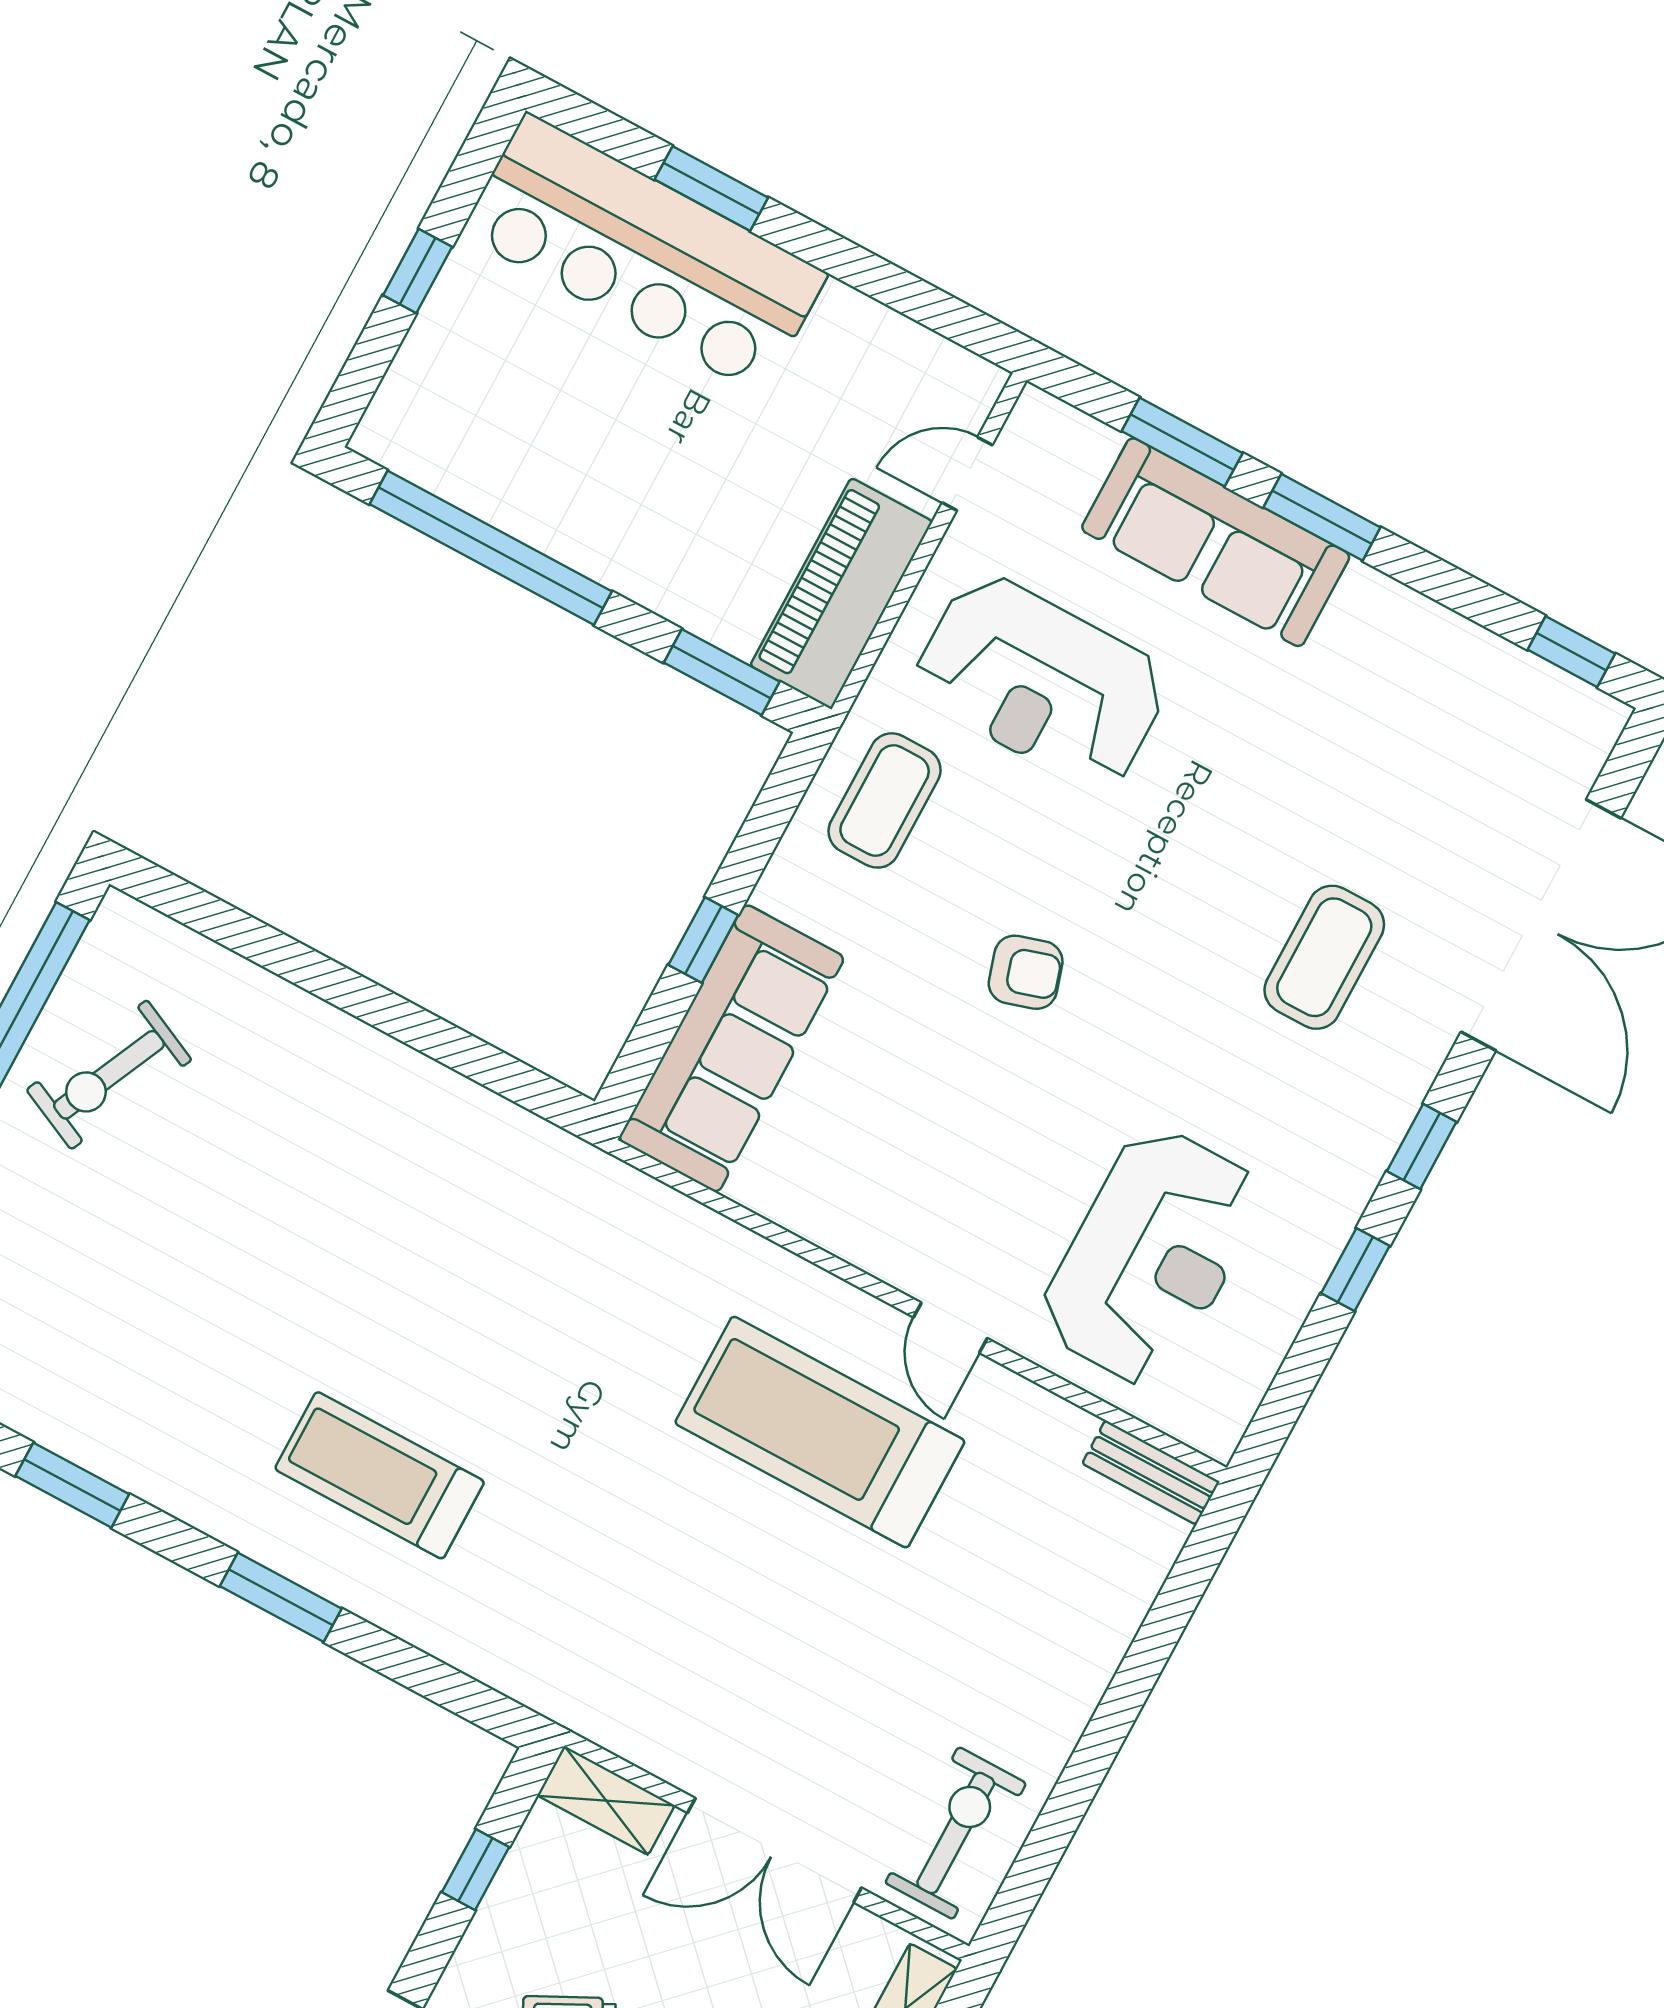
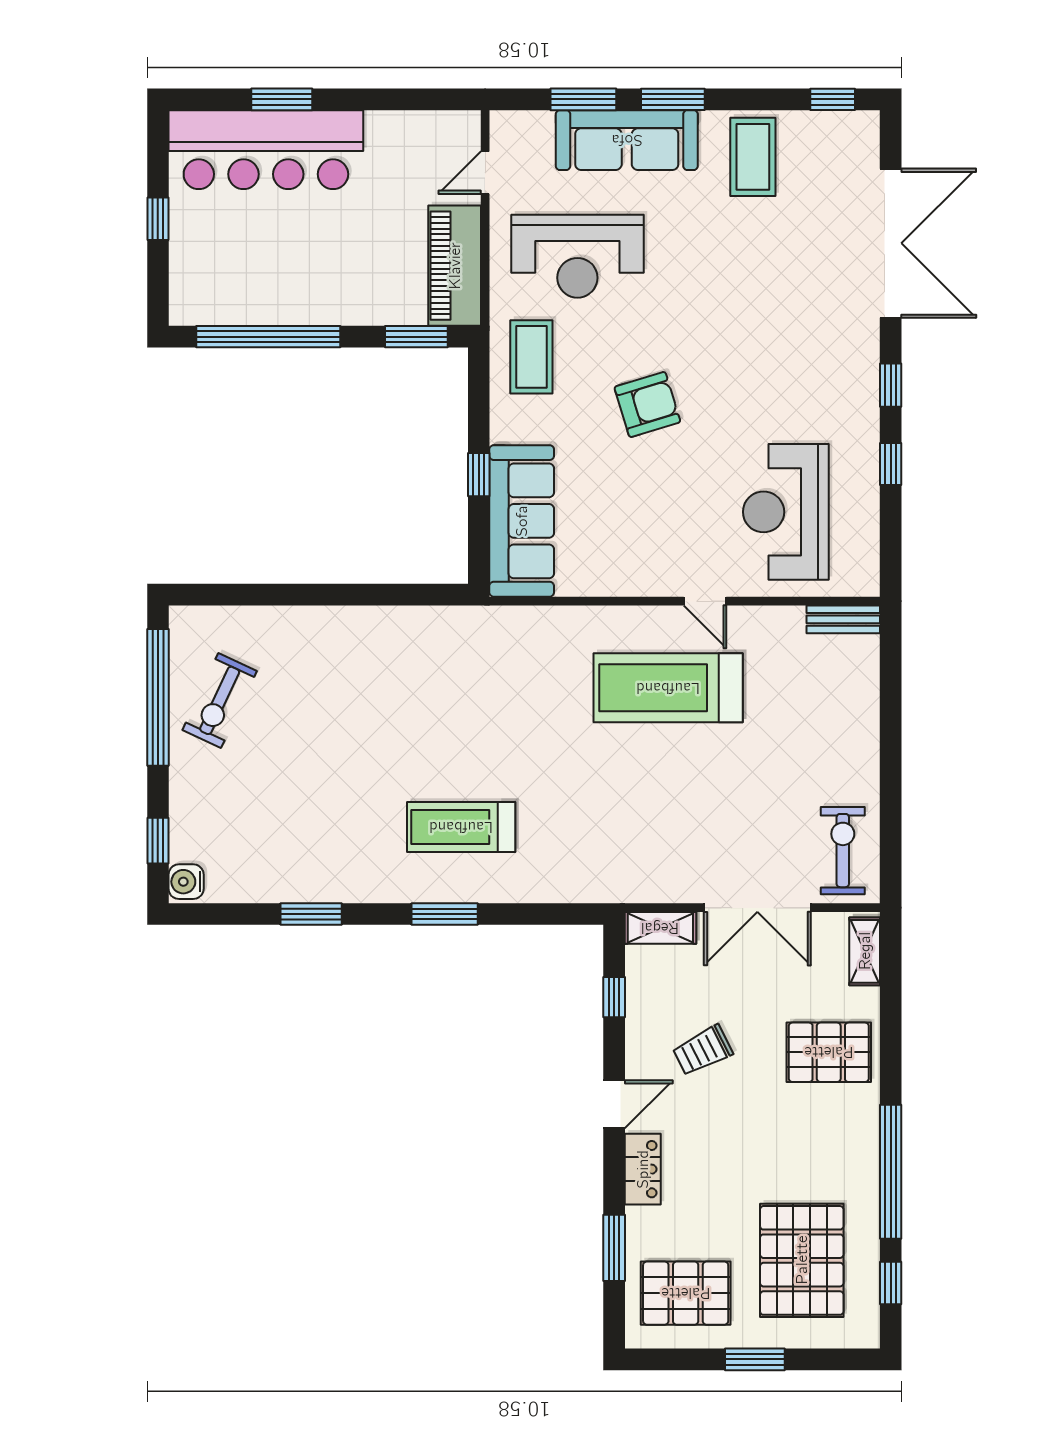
coffee table: (1324, 957) -> (753, 157), moved
armchair: (1026, 972) -> (647, 404), width x1.38, depth x1.38
reception desk: (1151, 1256) -> (786, 512), turned 180

